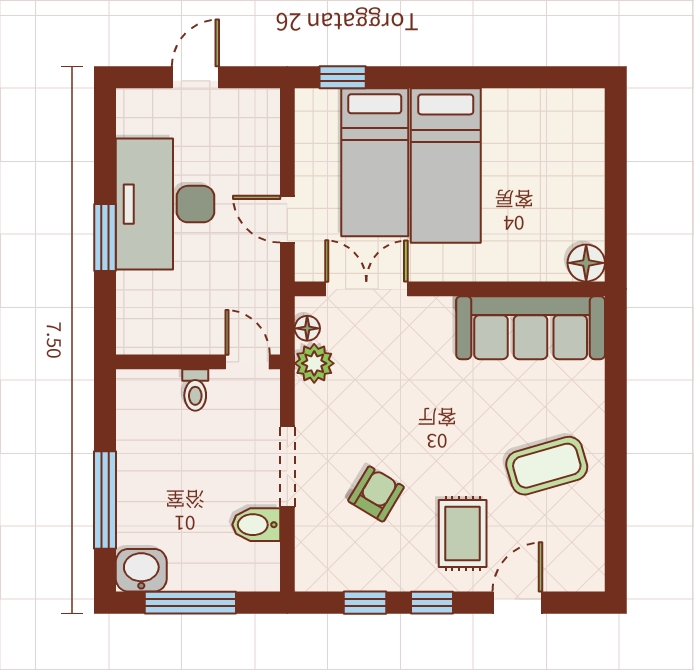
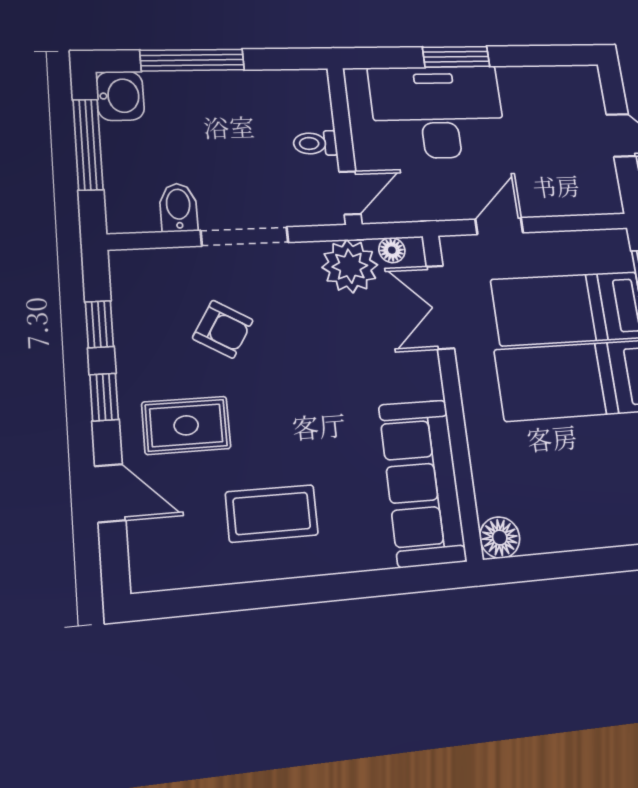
desk: (165, 204) -> (438, 112), moved
double door: (366, 289) -> (440, 307), swing flipped
plant: (314, 363) -> (350, 266), width x1.36, depth x1.36
coffee table: (547, 466) -> (272, 513), turned -74

